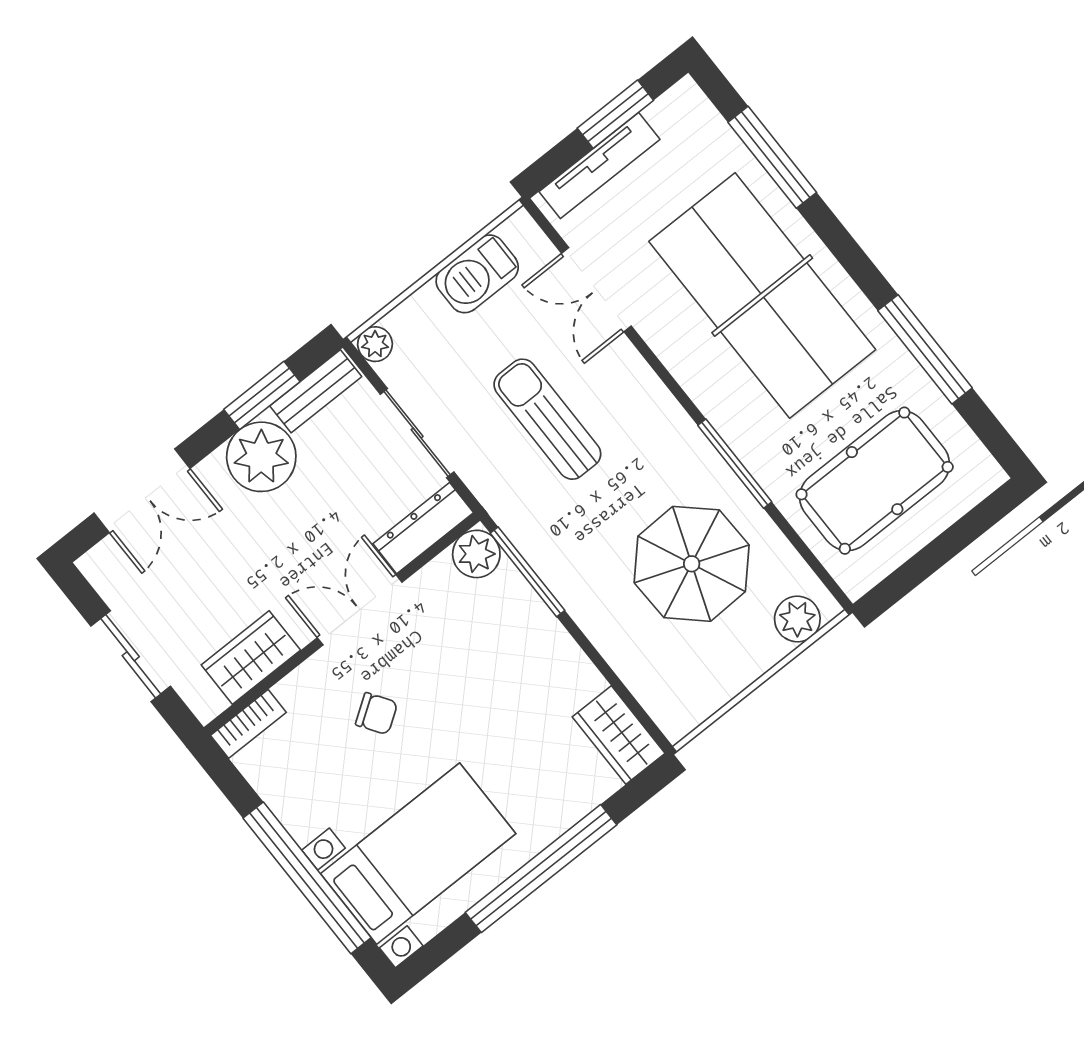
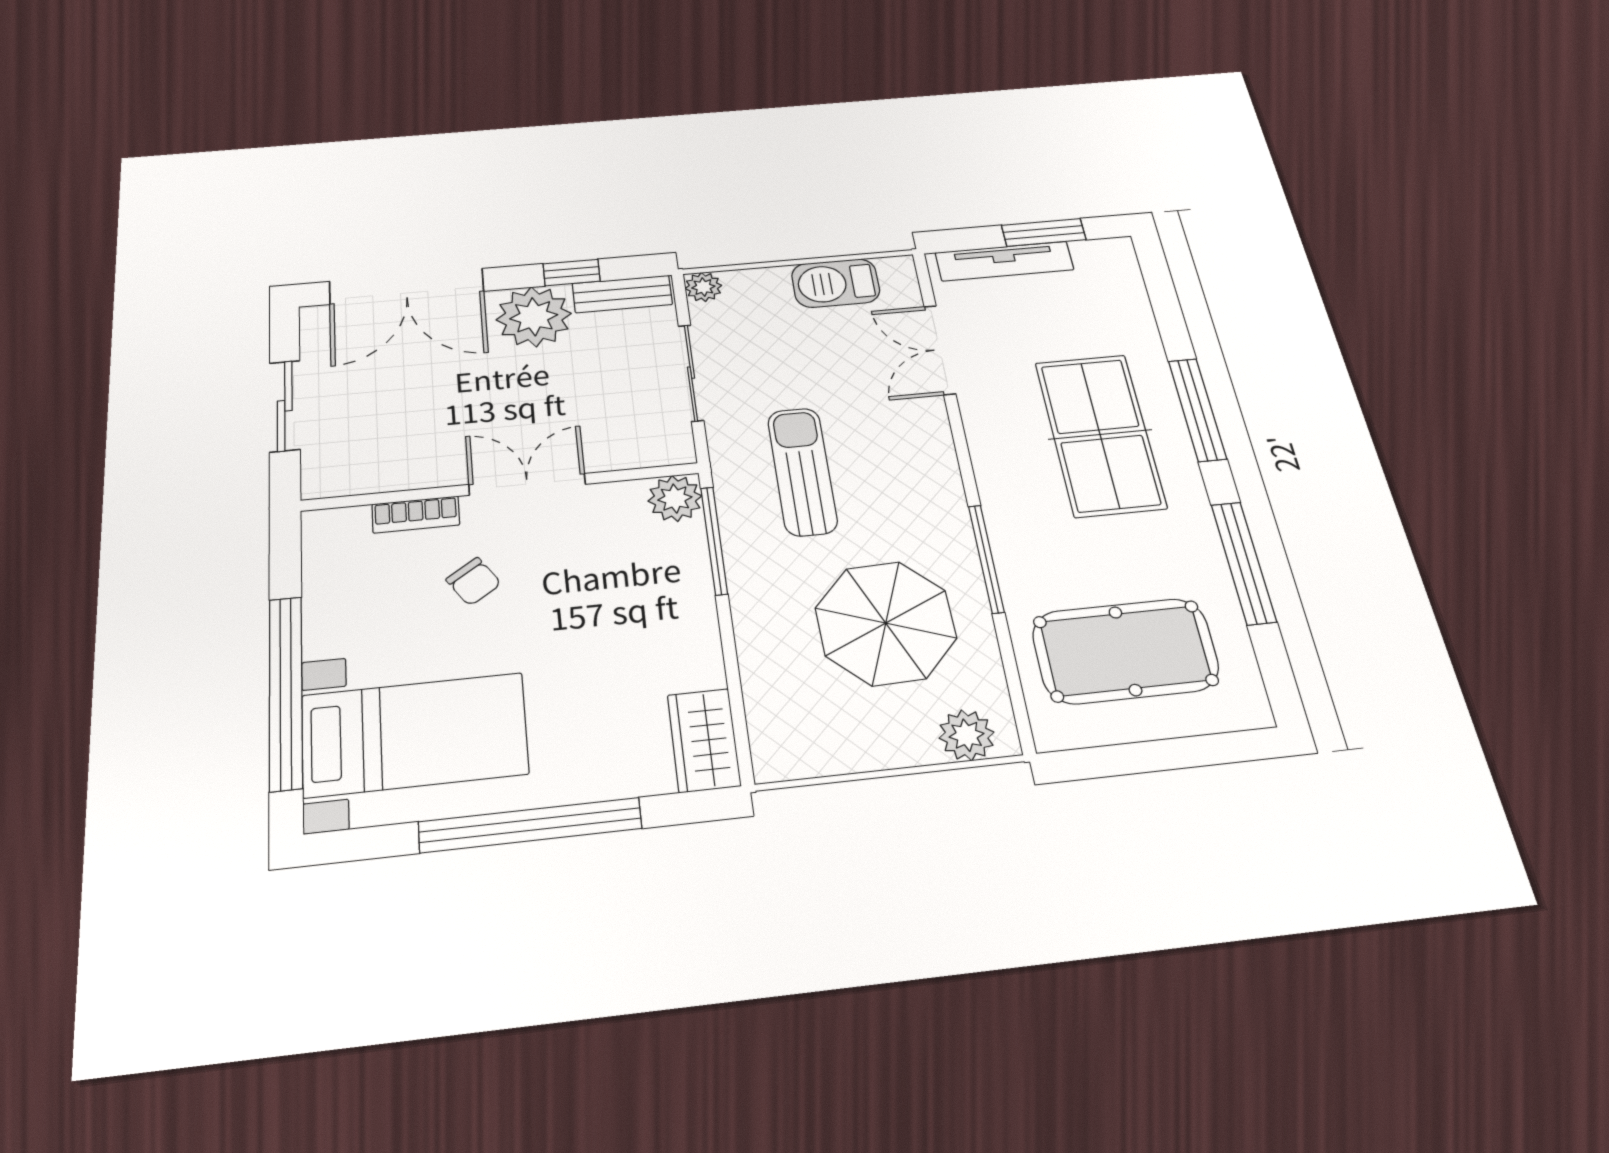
window: (772, 157) -> (1197, 410), moved
table tennis table: (762, 295) -> (1100, 435), width x0.73, depth x0.76
window: (262, 395) -> (572, 272), width x0.67
sun lounger: (547, 419) -> (802, 471), moved
double door: (142, 491) -> (407, 286), width x1.37
dresser: (423, 528) -> (640, 450), removed
wardrobe: (251, 658) -> (393, 467), removed
bookcase: (248, 724) -> (416, 515), moved

